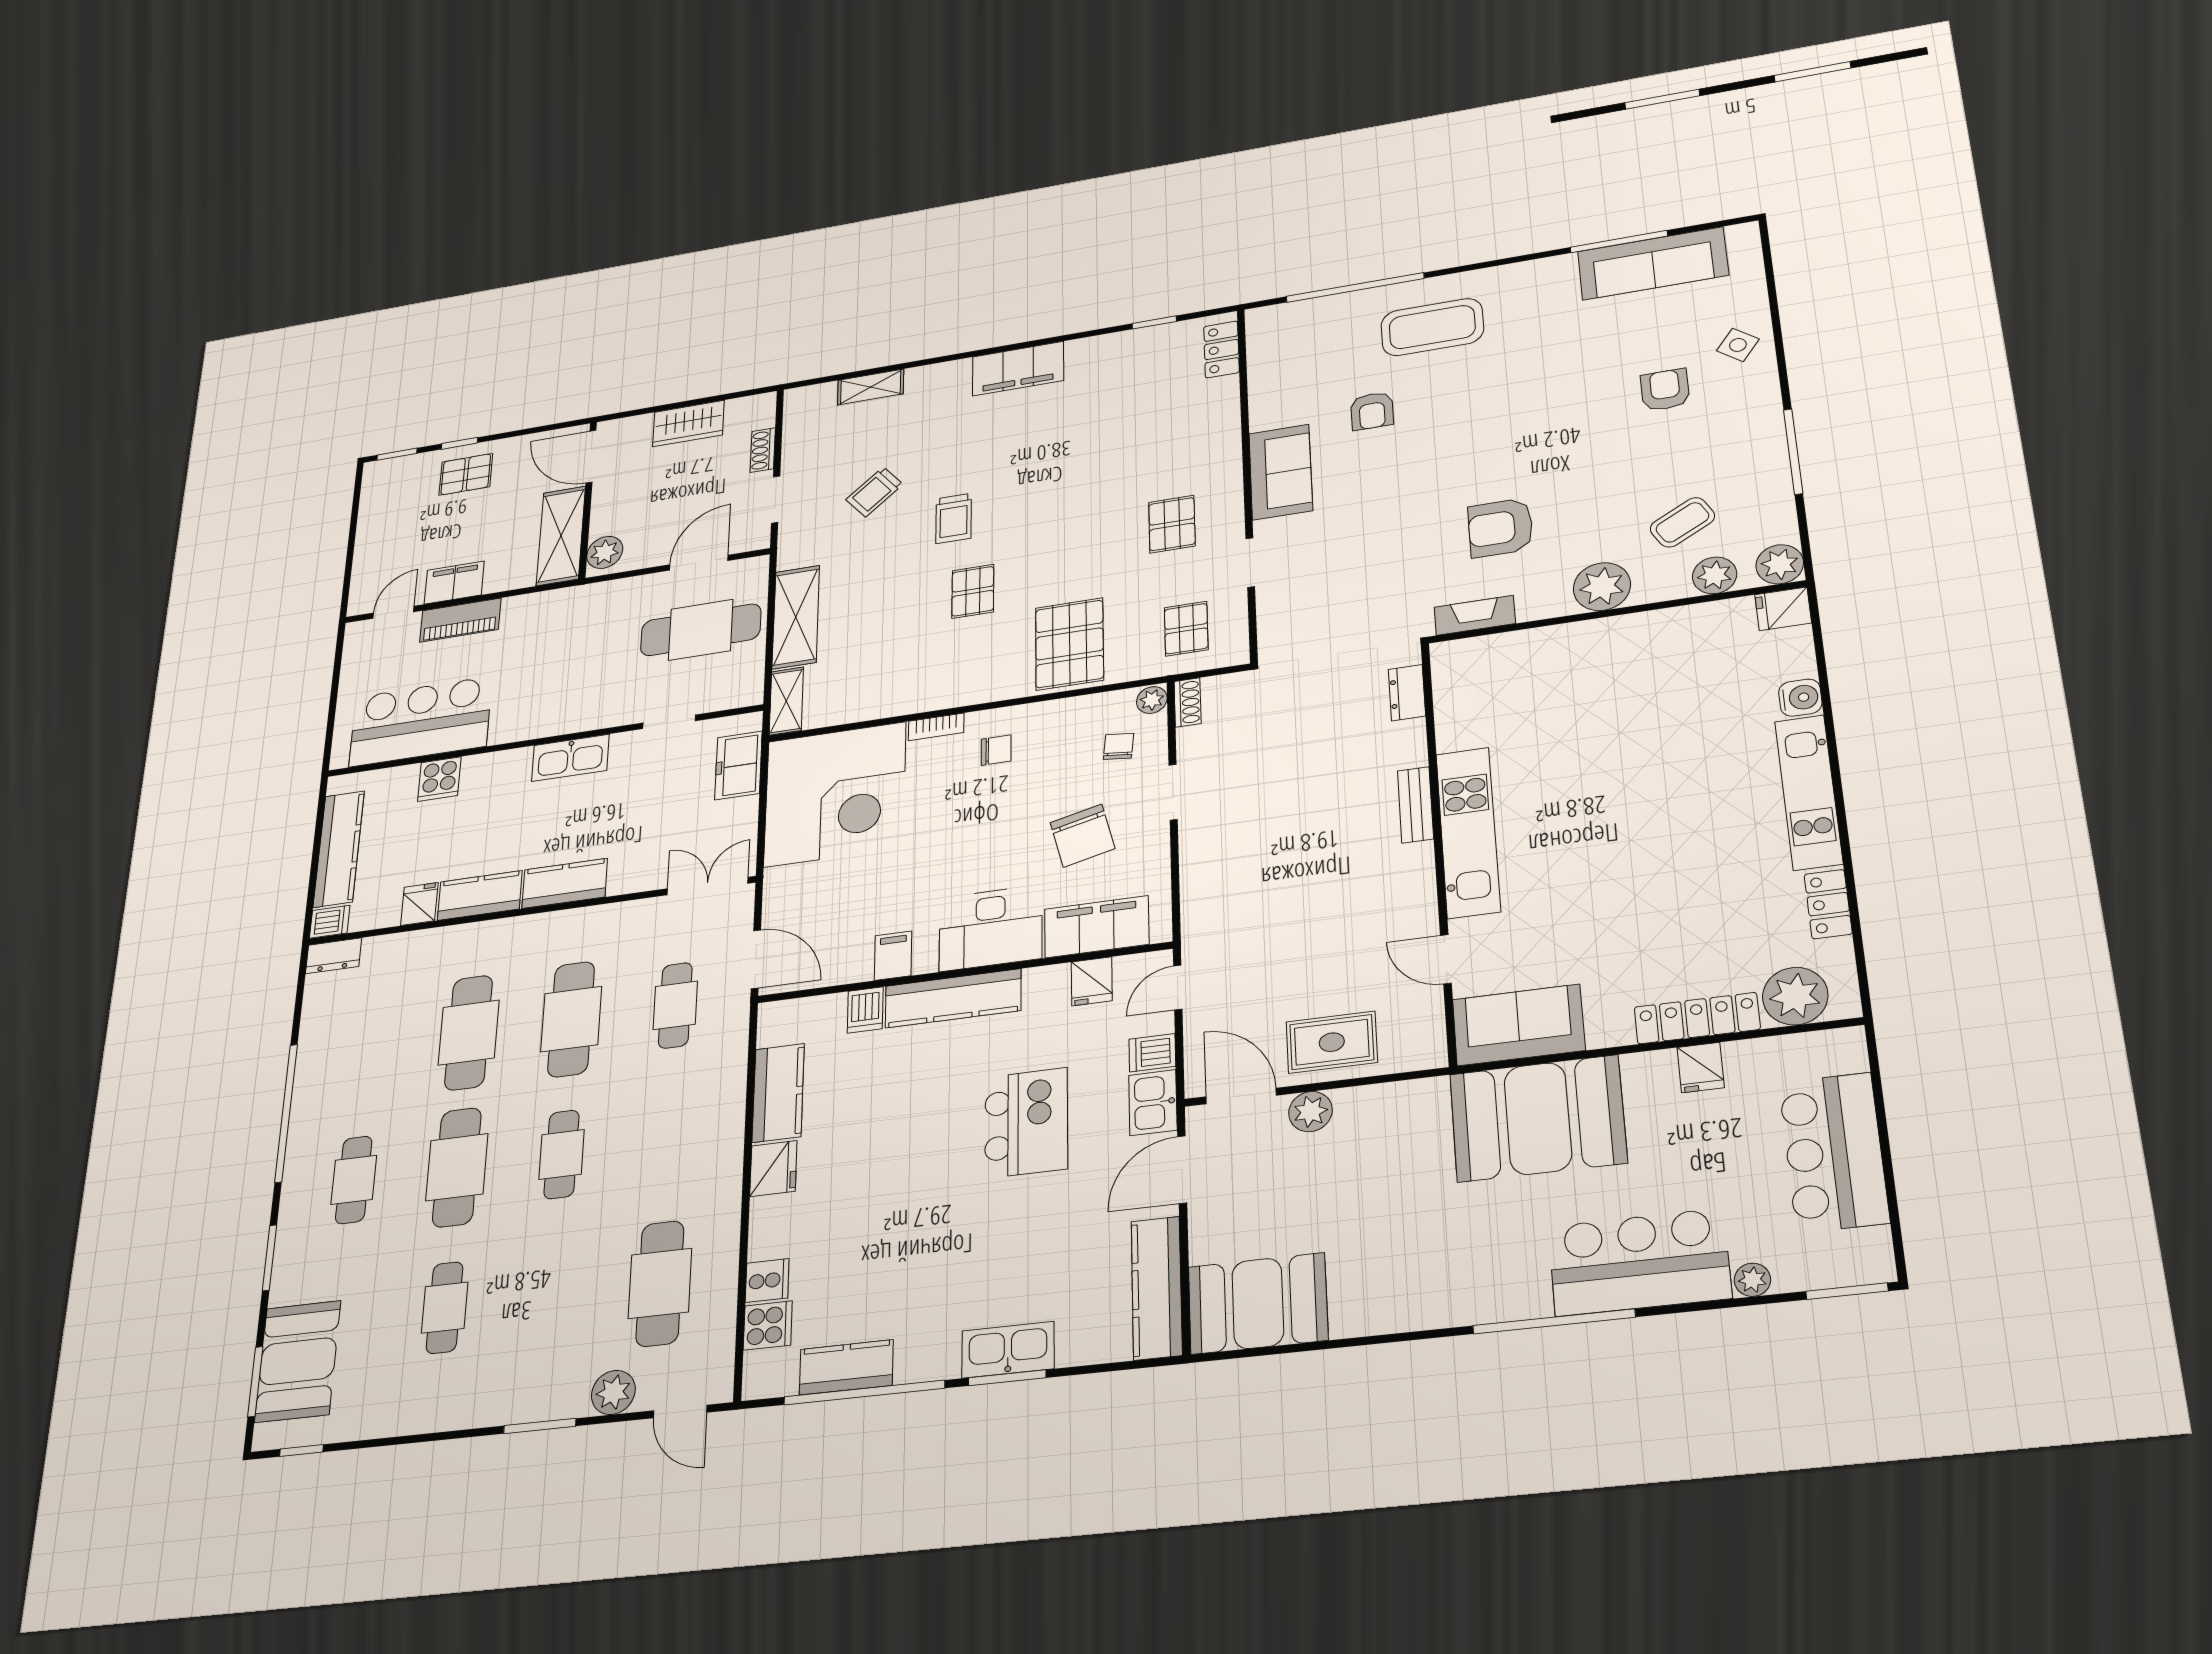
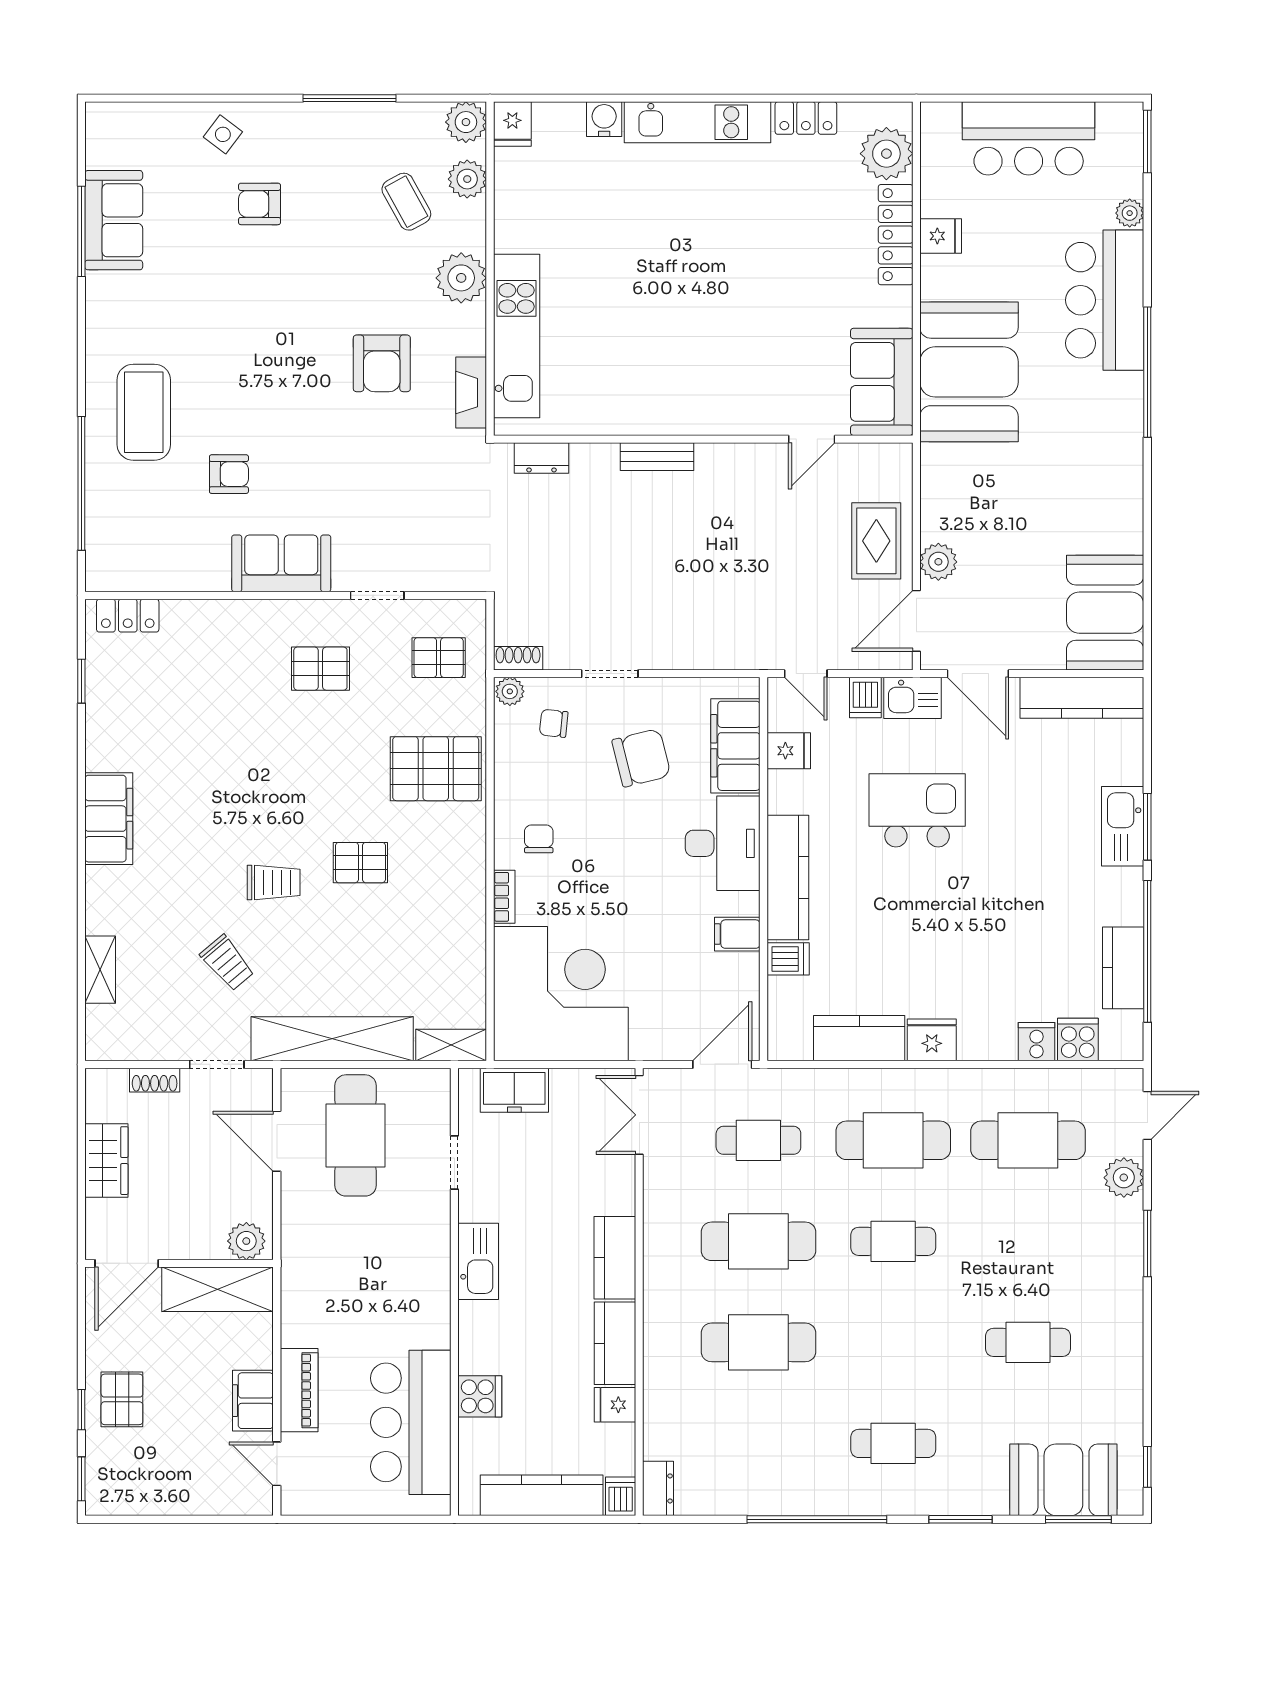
sofa: (1653, 263) -> (114, 220), width x0.73
shelving: (796, 617) -> (332, 1039), width x1.47
kitchen unit: (1468, 832) -> (517, 336), moved, turned 90
cafe table: (457, 1167) -> (893, 1140), moved

